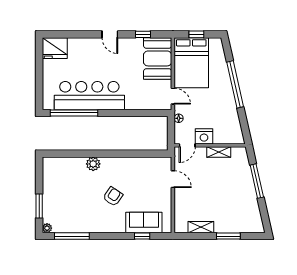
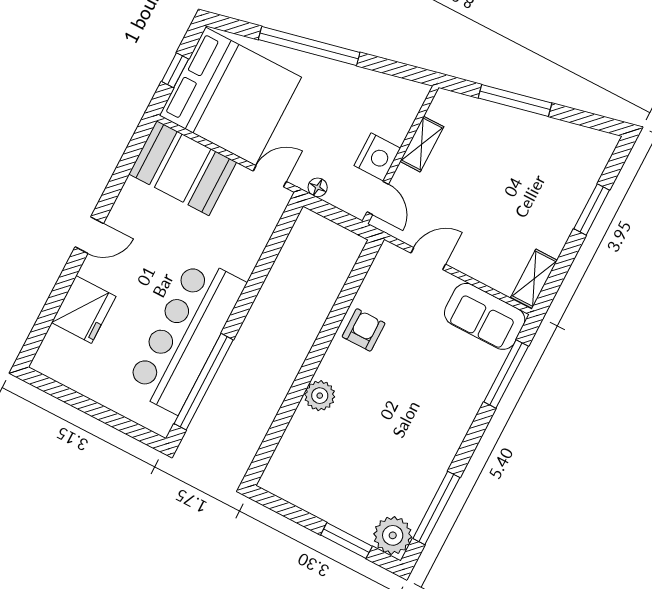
window: (143, 34) -> (122, 172), removed
fridge: (55, 48) -> (84, 310), moved
bed: (191, 63) -> (230, 96), width x1.36
armchair: (113, 196) -> (364, 330), moved, turned 56
sofa: (144, 222) -> (485, 316), moved, turned -90
shelving: (201, 227) -> (534, 279), moved
plant: (47, 228) -> (393, 535), width x1.88, depth x1.88
window: (142, 236) -> (506, 374), width x2.17

